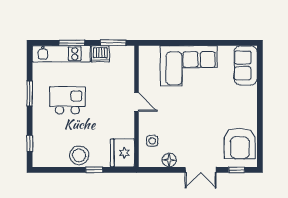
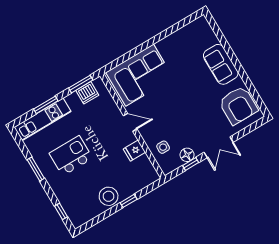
dishwasher: (100, 54) -> (87, 93), moved
sofa: (246, 65) -> (221, 64), moved
corner sofa: (189, 66) -> (140, 75), moved
fridge: (122, 153) -> (134, 151), moved, width x0.53, depth x0.75
window: (237, 170) -> (191, 164), moved

